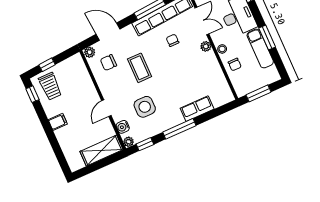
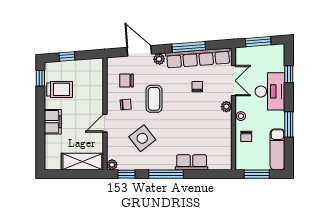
exam couch: (260, 48) -> (277, 149), moved
plant: (90, 52) -> (159, 59), moved
chair: (117, 84) -> (126, 104), added
trolley: (50, 86) -> (60, 89), moved, turned -90
side table: (145, 107) -> (142, 138), turned -38
filing cabinet: (58, 122) -> (53, 122), width x2.00
water cooler: (123, 127) -> (113, 148), removed

